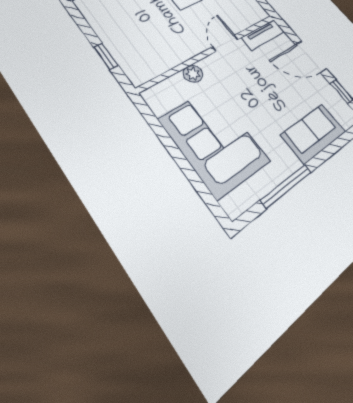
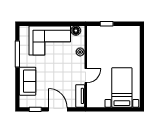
door: (225, 43) -> (86, 76), hinge flipped
door: (311, 57) -> (58, 109), hinge flipped
floor lamp: (159, 104) -> (76, 31), added

